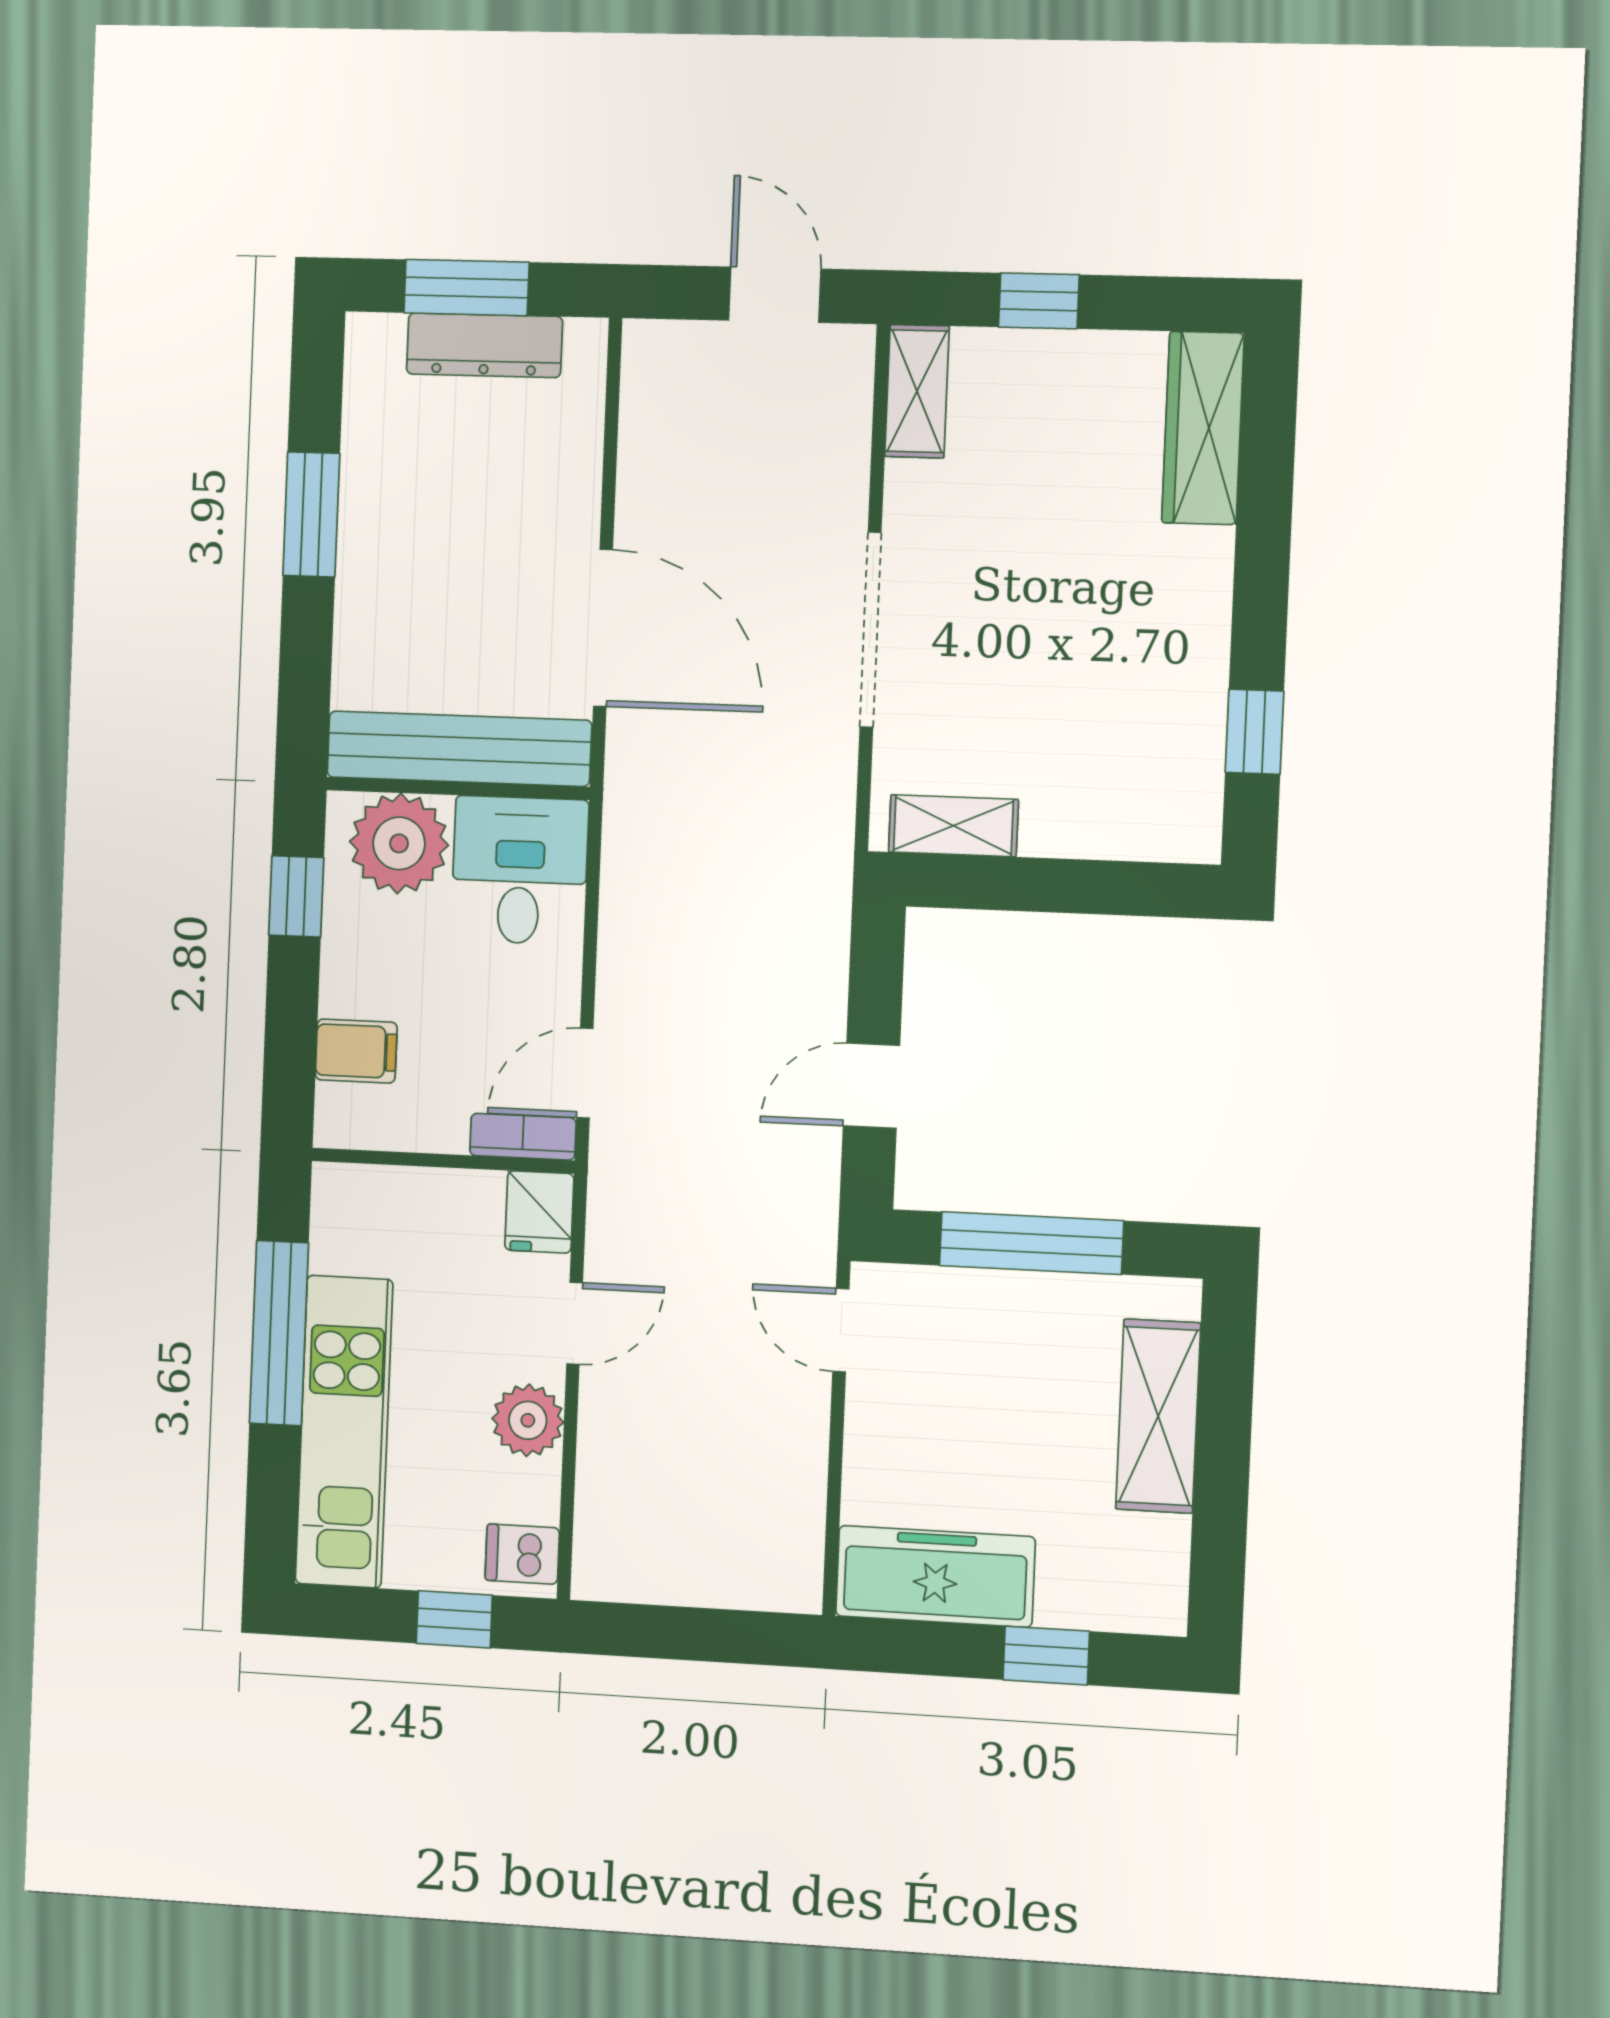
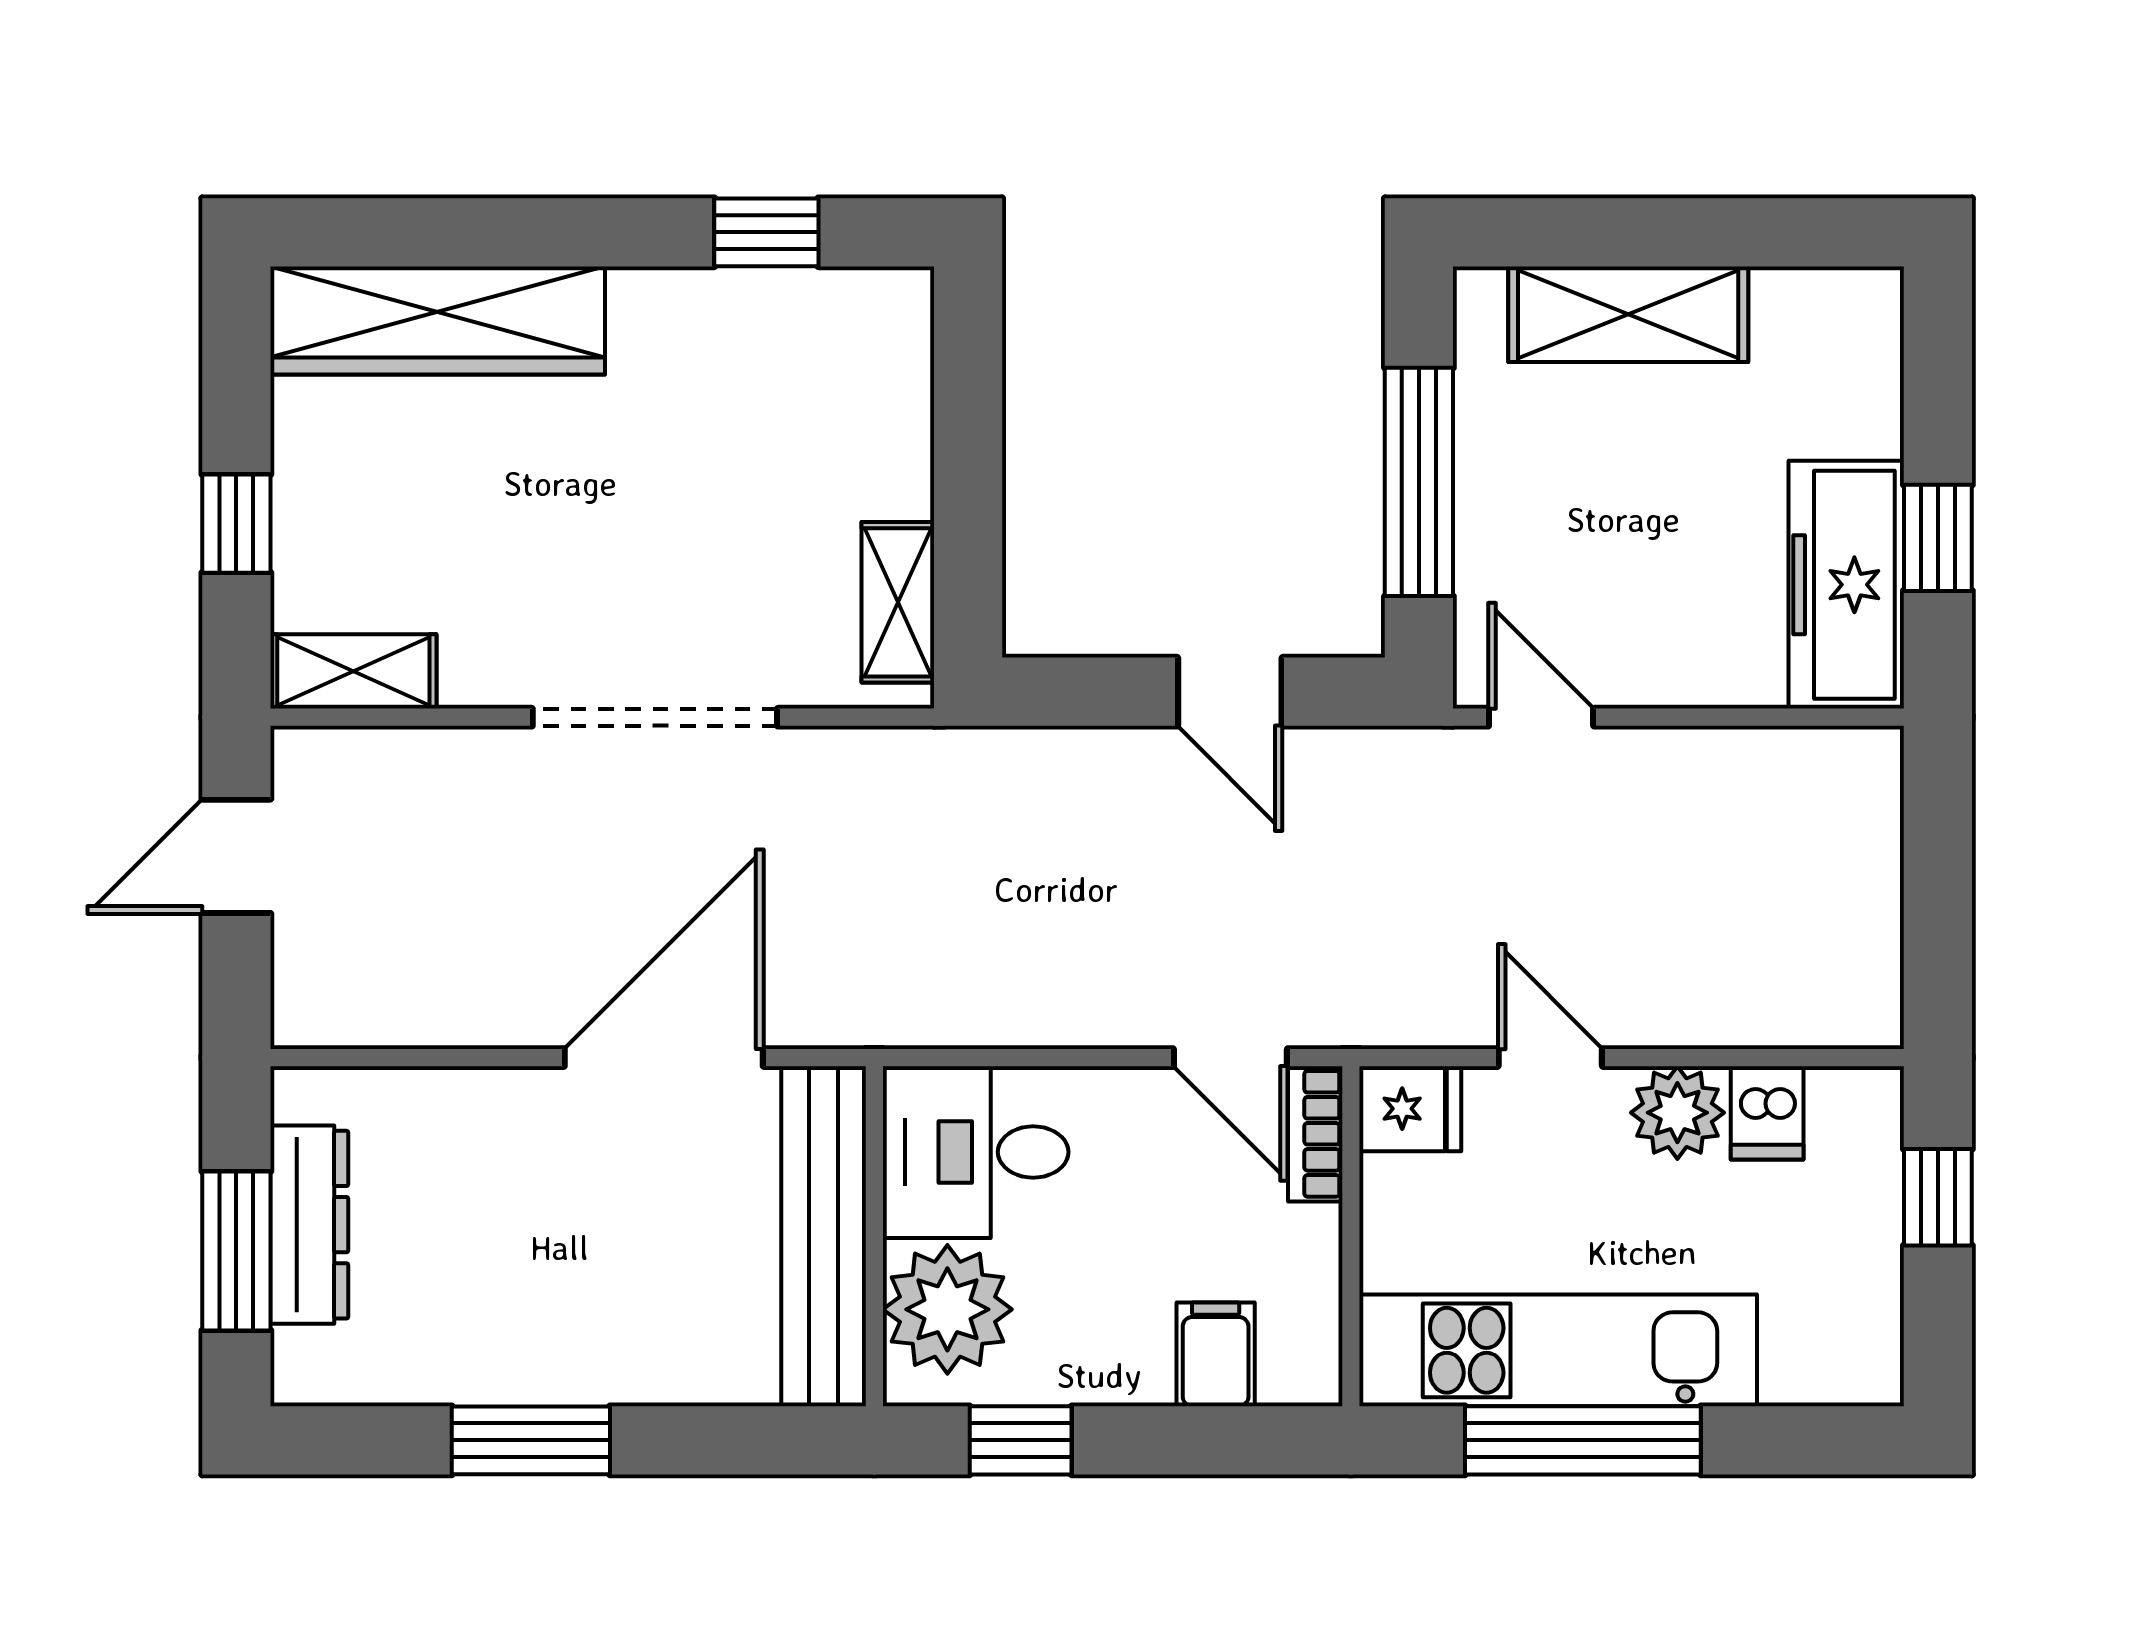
wardrobe: (1203, 428) -> (438, 320), width x1.40, depth x1.17
door: (841, 1330) -> (1541, 717), swing flipped
kitchen unit: (344, 1432) -> (1558, 1350), moved
dishwasher: (522, 1554) -> (1767, 1113), moved
window: (1046, 1656) -> (1938, 538), moved

